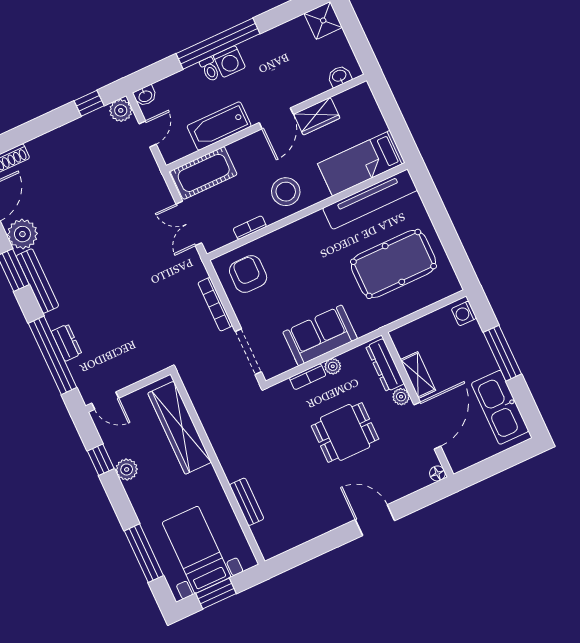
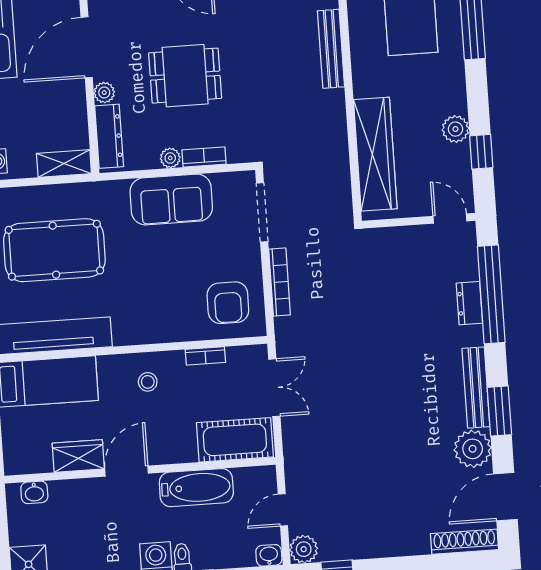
stool: (286, 192) -> (148, 382), width x0.53, depth x0.53
shelving: (418, 375) -> (64, 163), moved, turned 90
bench: (247, 502) -> (331, 49), width x1.36

